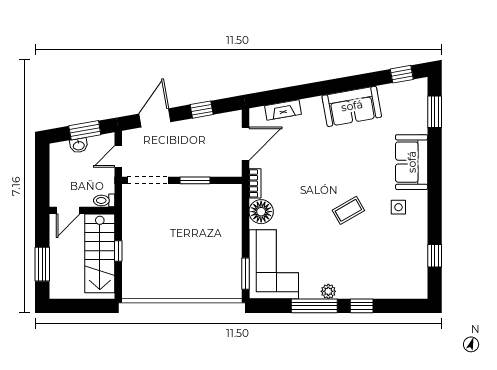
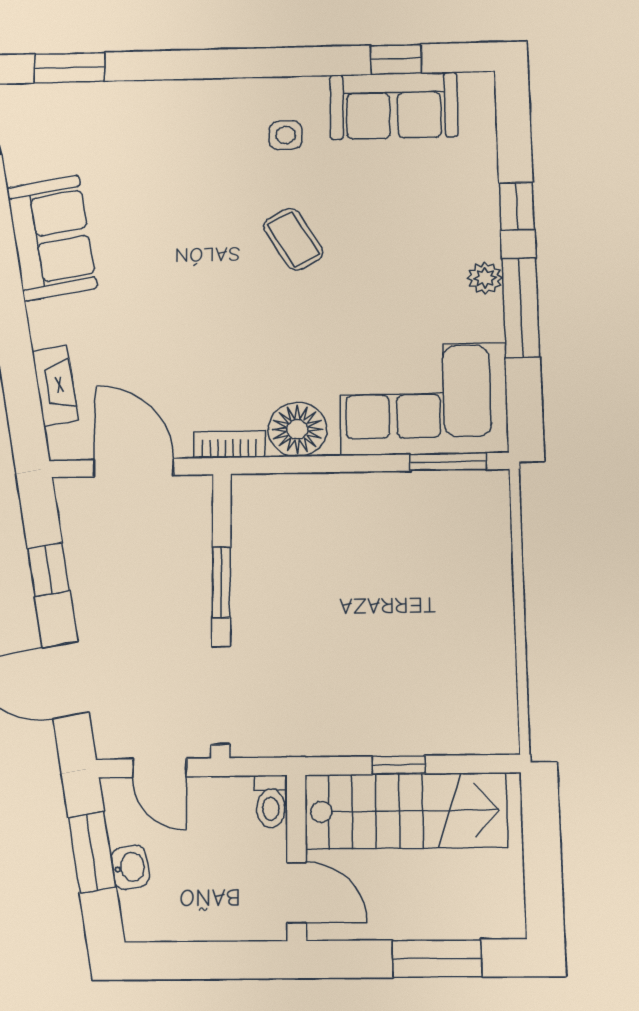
sofa: (412, 162) -> (394, 106), moved

